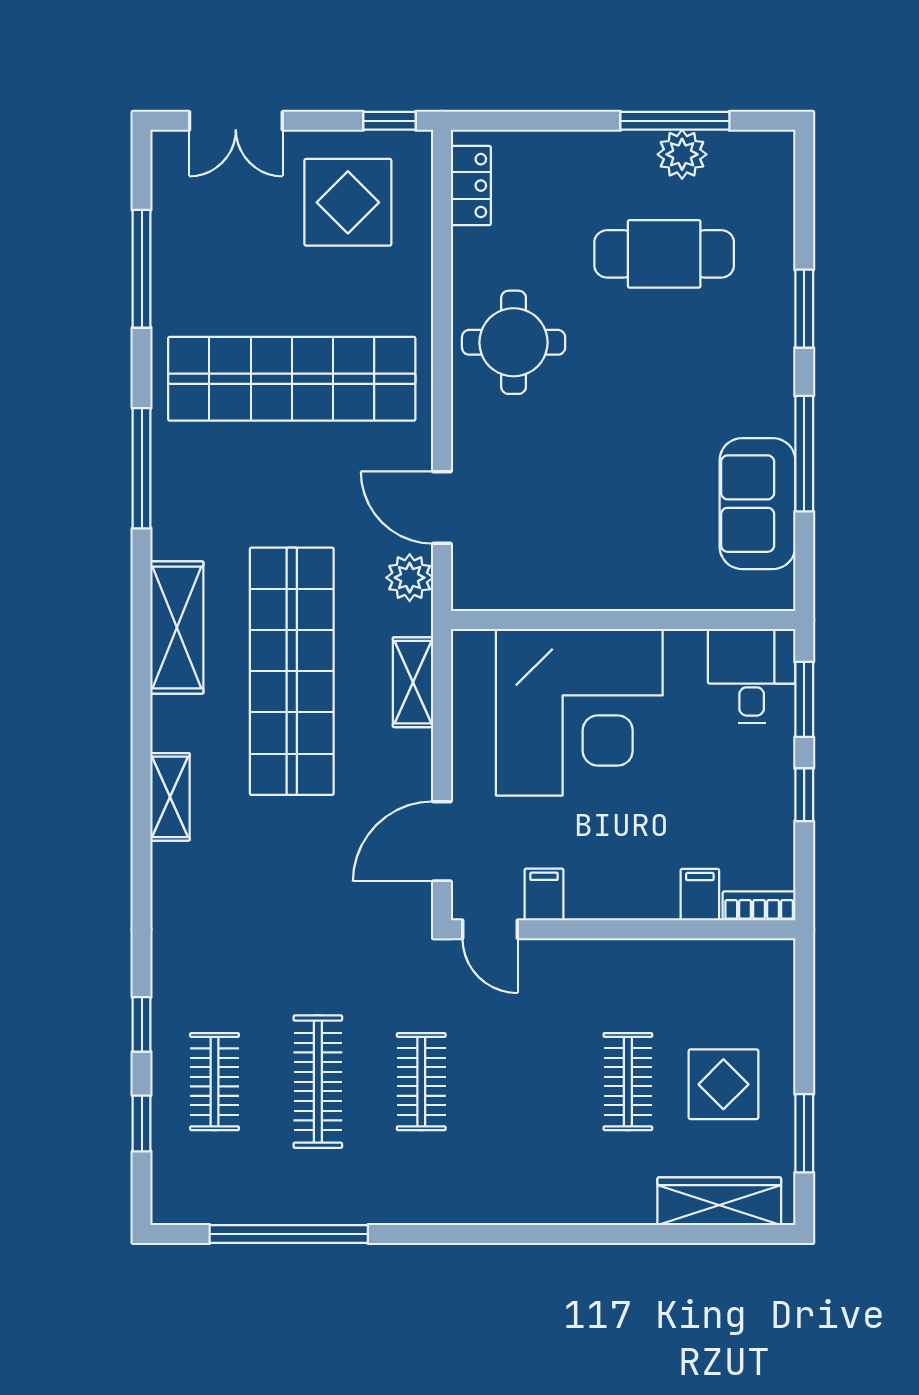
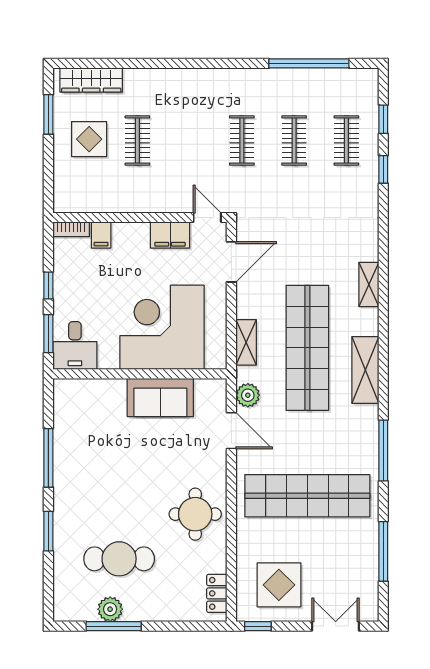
sofa: (757, 504) -> (160, 397), moved, turned 90
filing cabinet: (544, 894) -> (170, 235), width x2.00
clothes rail: (318, 1082) -> (294, 140), width x0.73

